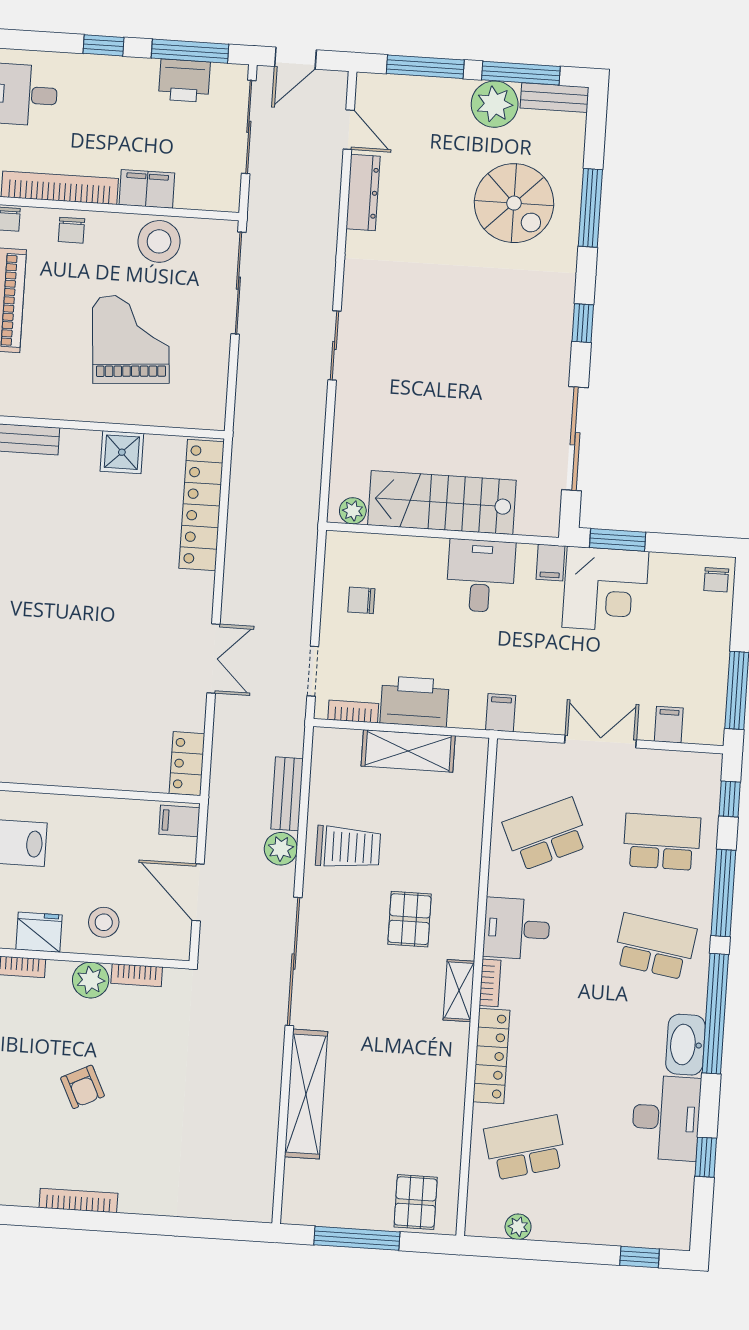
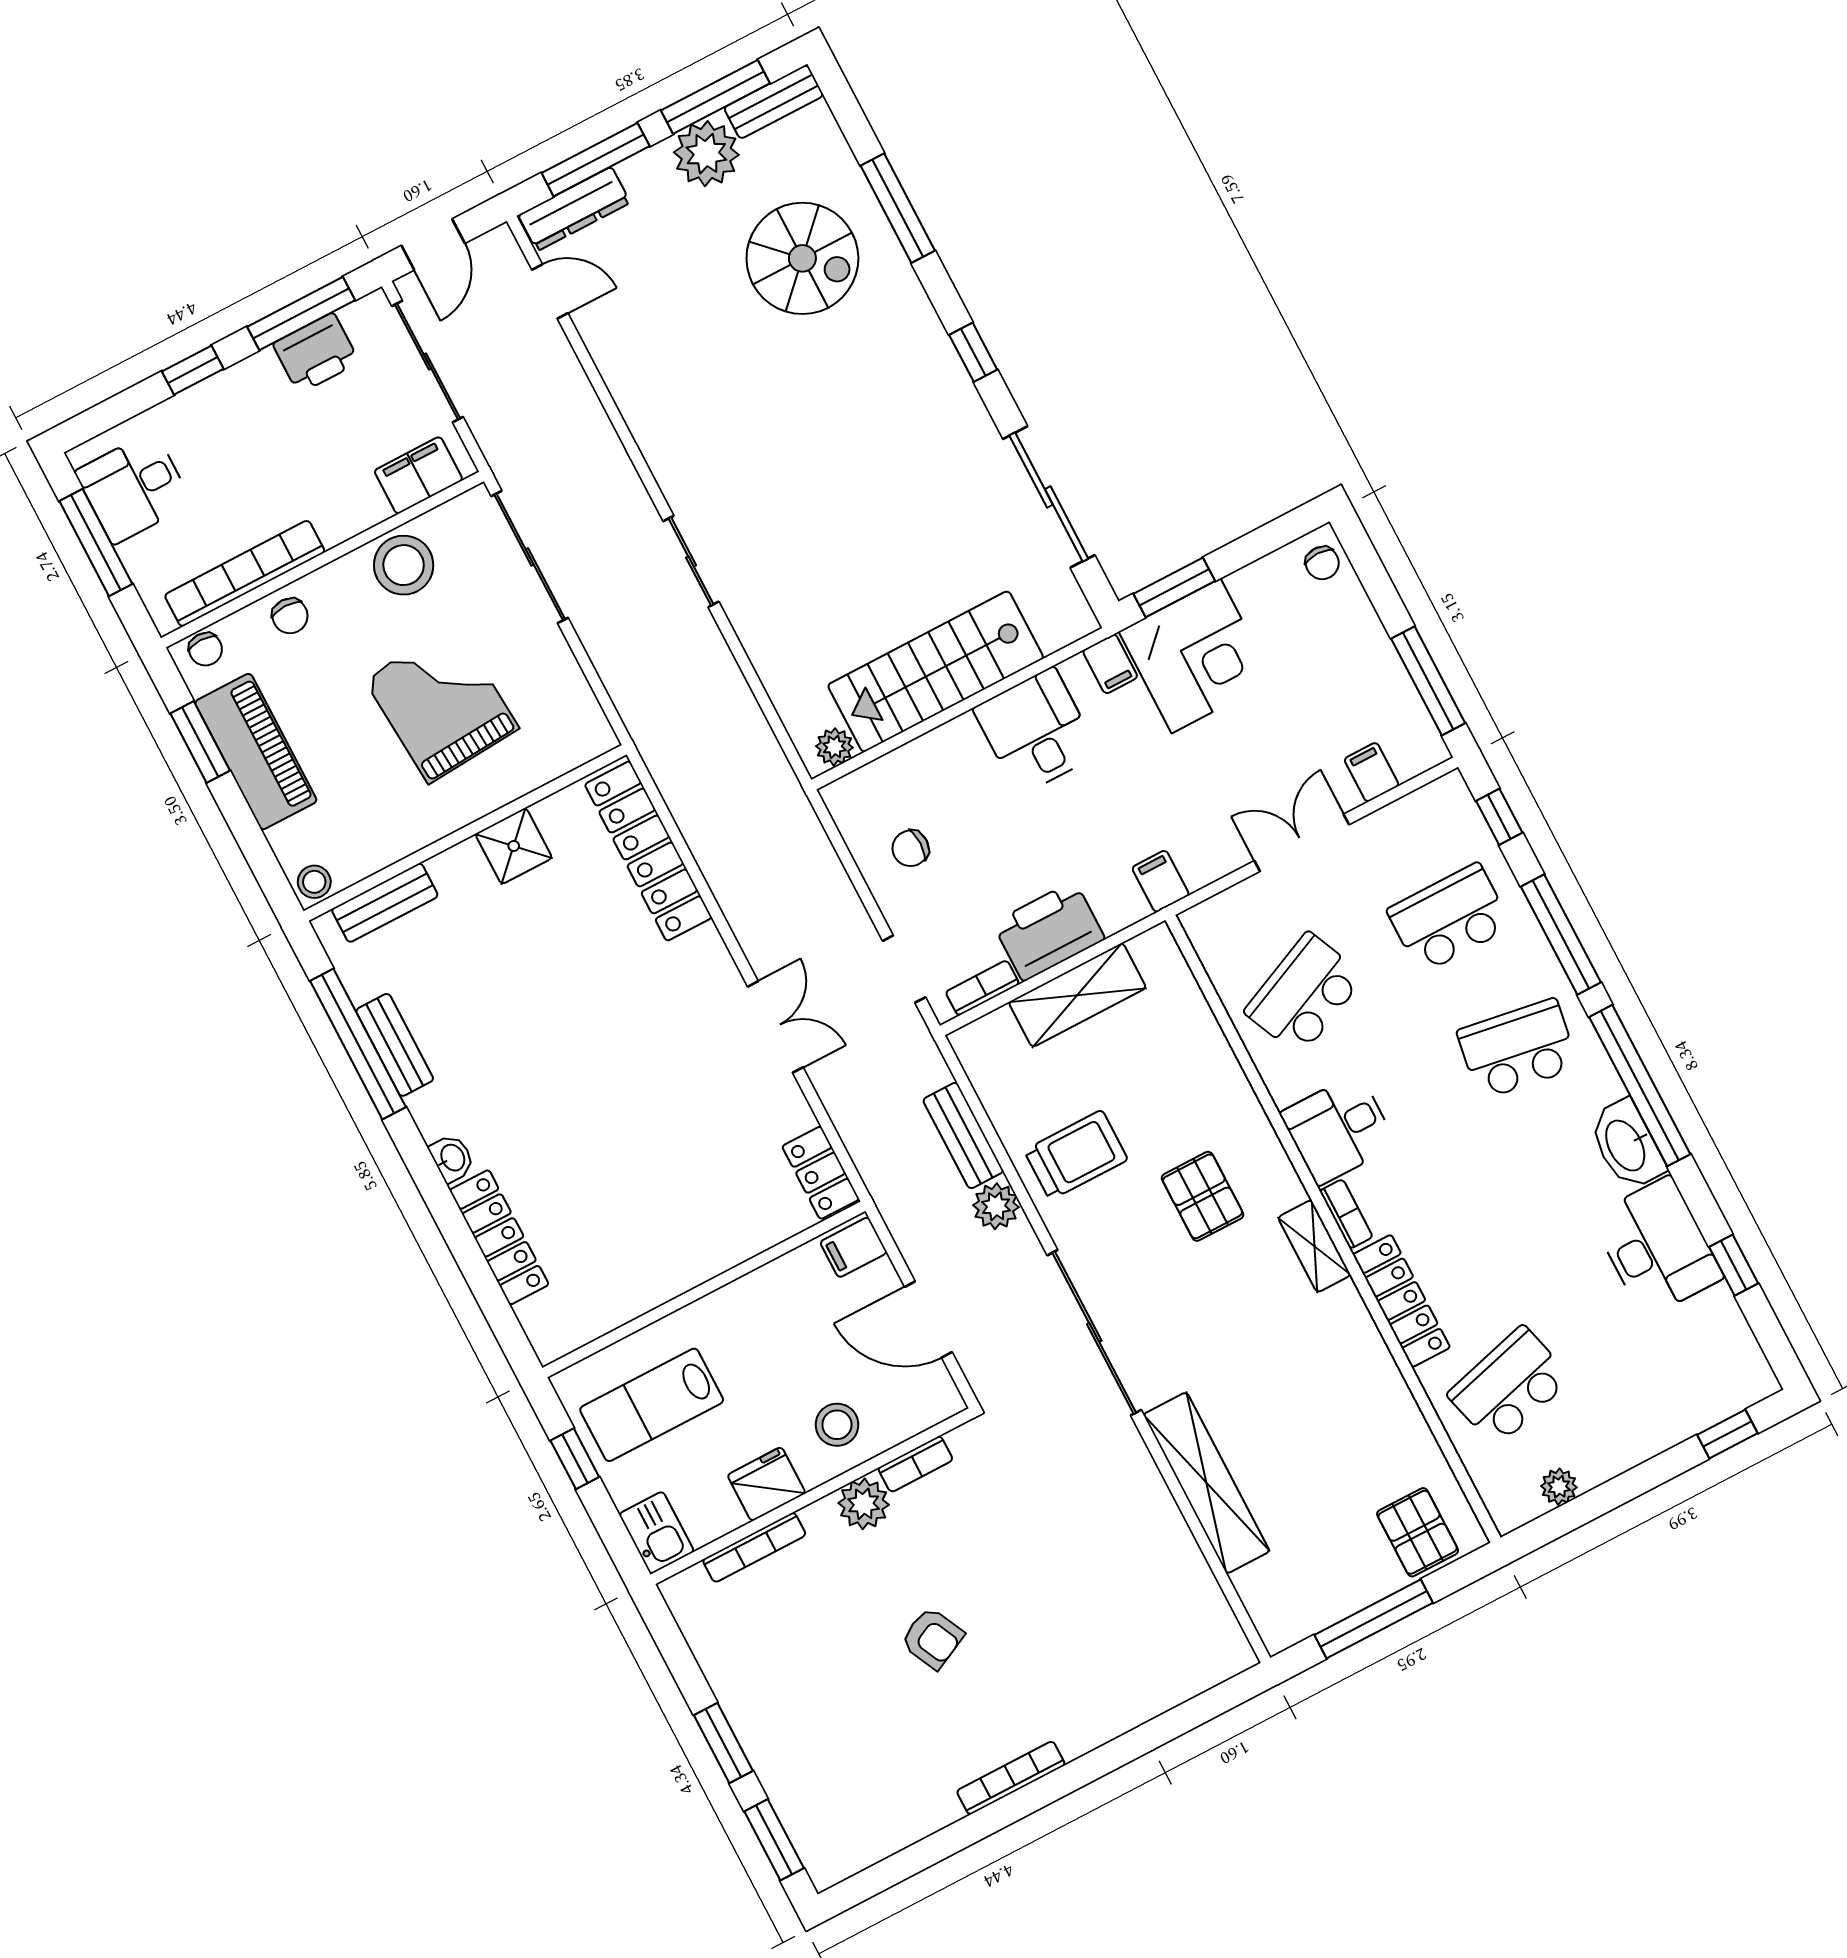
filing cabinet: (147, 189) -> (418, 475), moved
dresser: (363, 193) -> (574, 209), moved, turned 90

